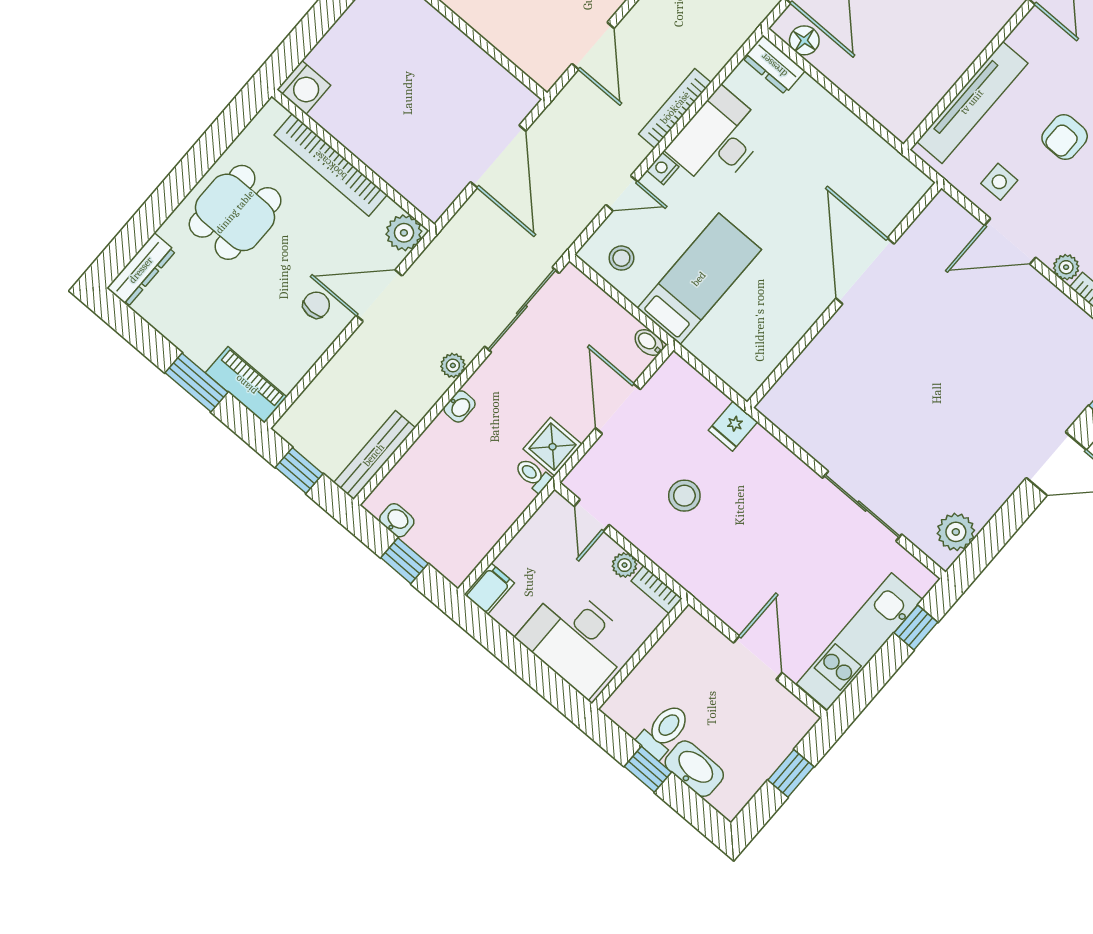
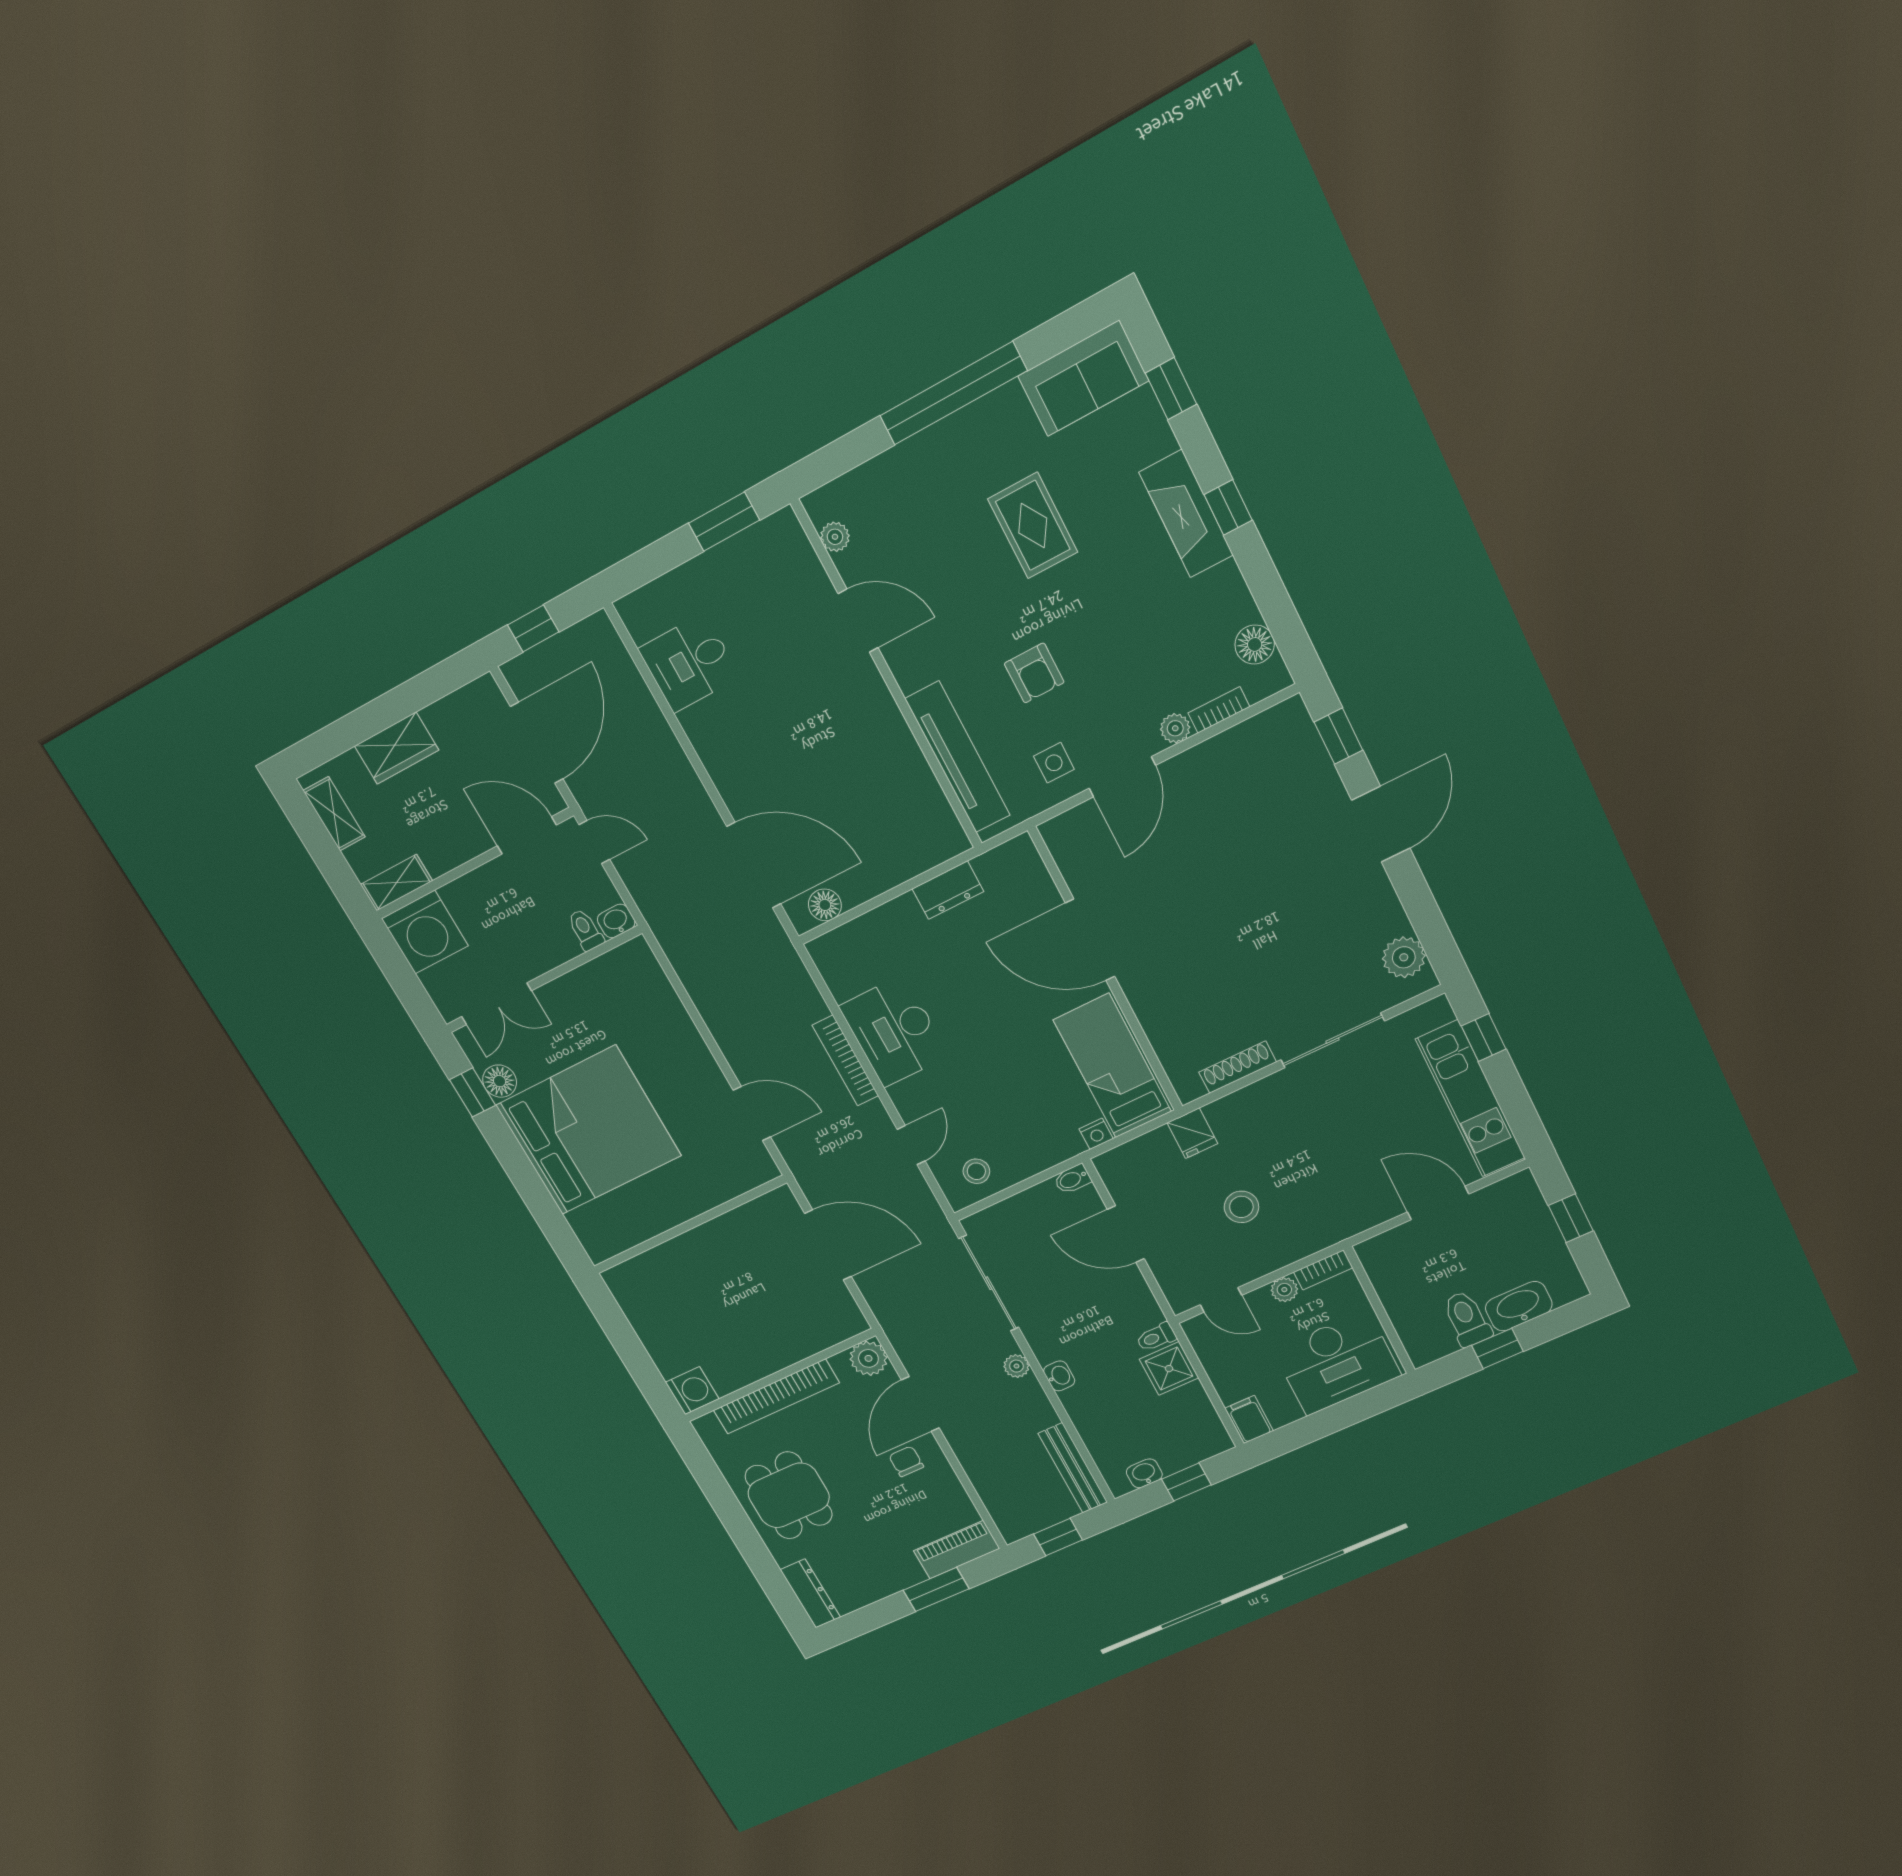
dresser: (774, 65) -> (948, 890), moved
nightstand: (663, 169) -> (1096, 1134), moved, turned -90
bed: (699, 279) -> (1112, 1066), moved
shoe rack: (807, 439) -> (1238, 1067), added
shower: (553, 447) -> (1169, 1369), moved

